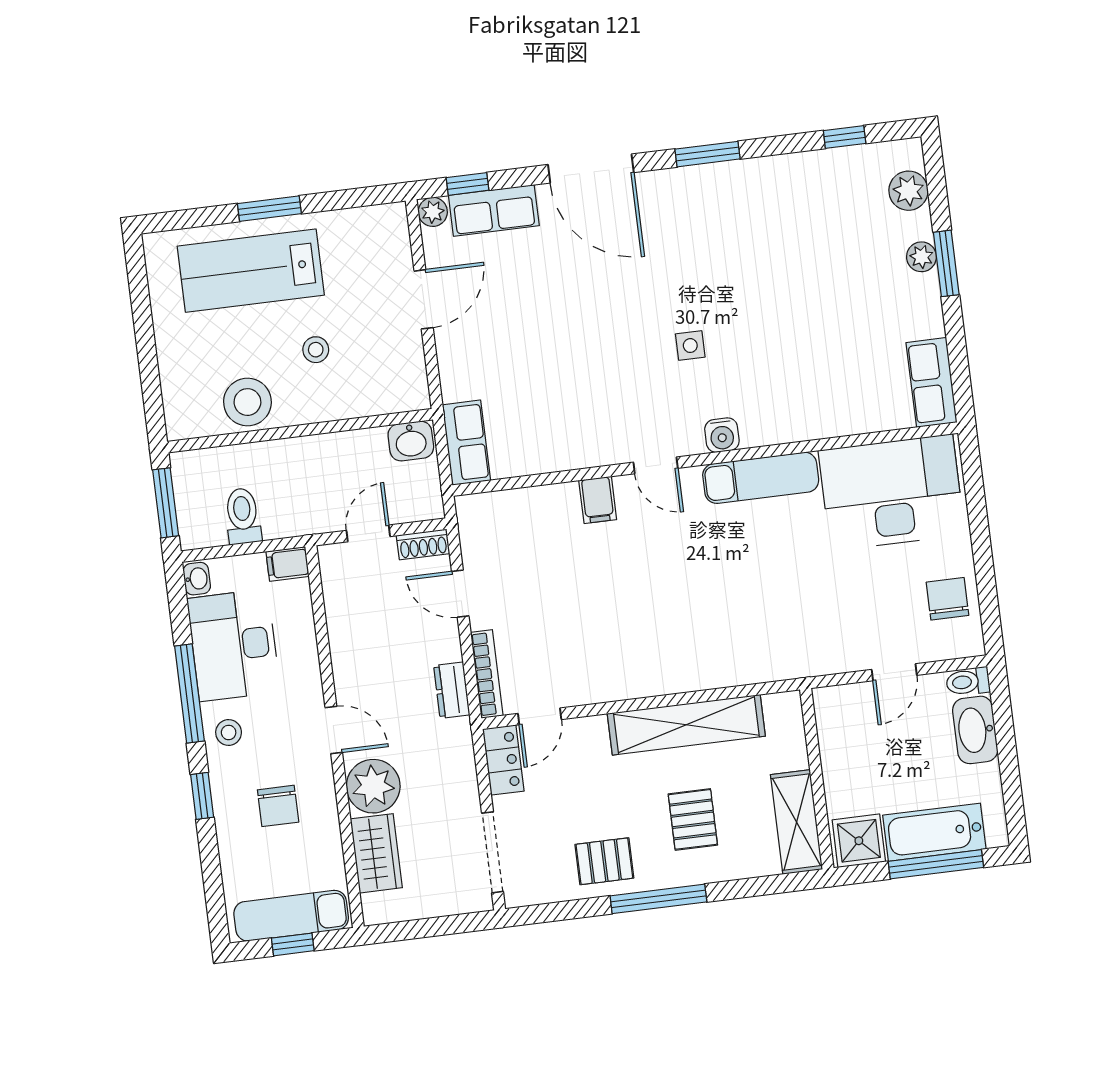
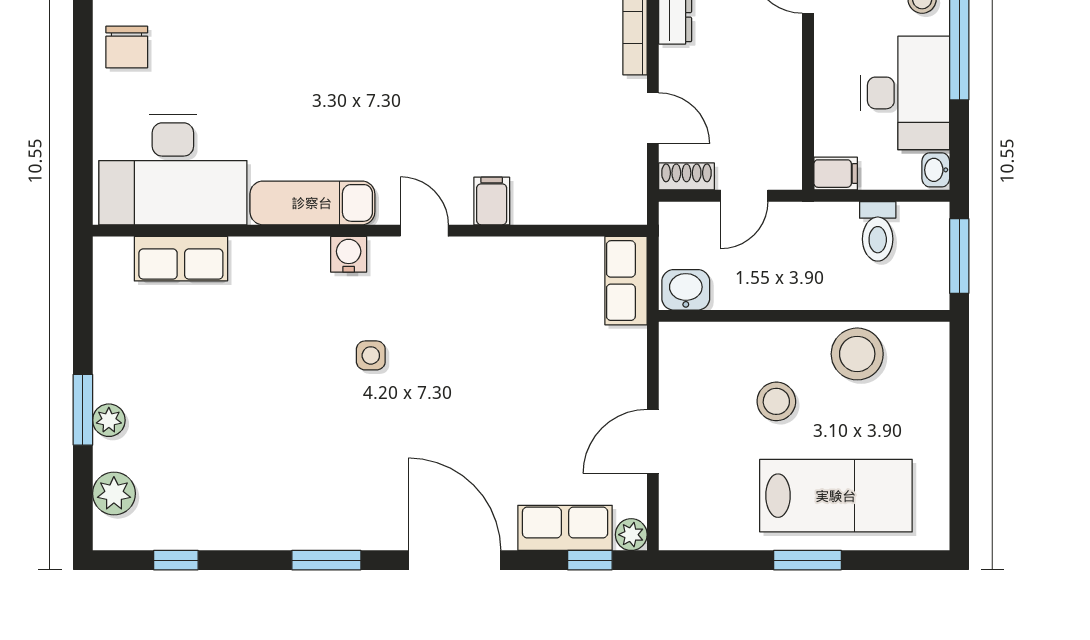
stool: (316, 350) -> (776, 401), width x1.37, depth x1.37
row of seats: (932, 382) -> (181, 259), moved, turned 90

